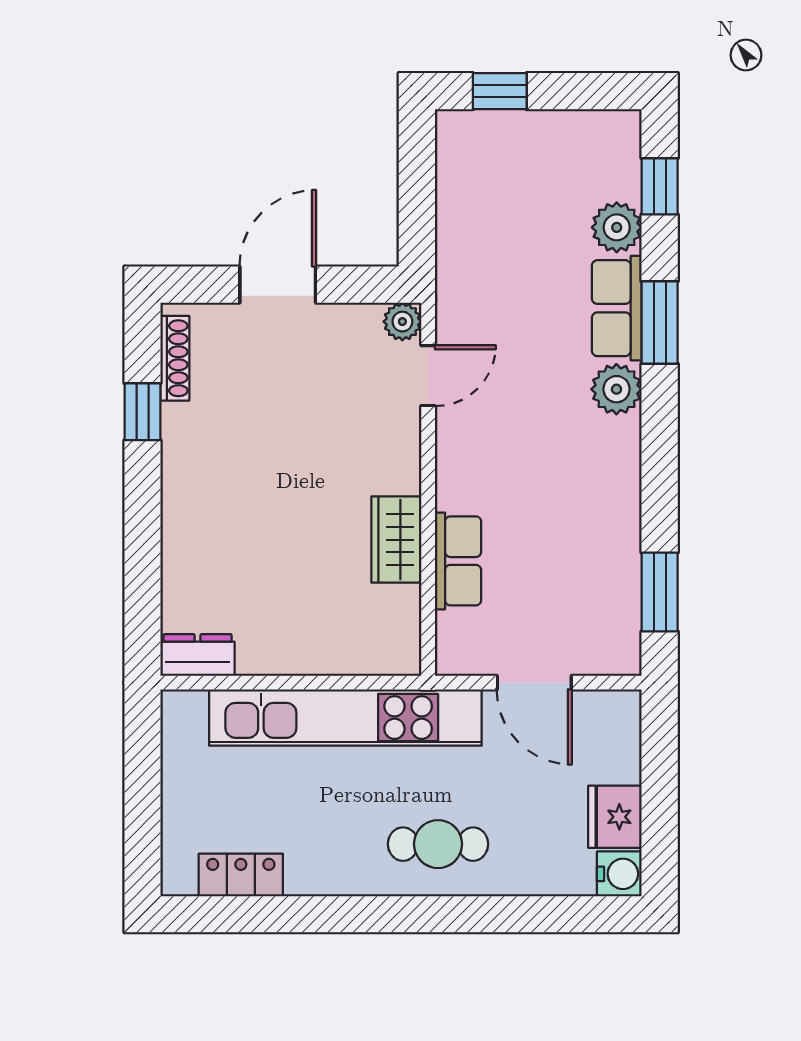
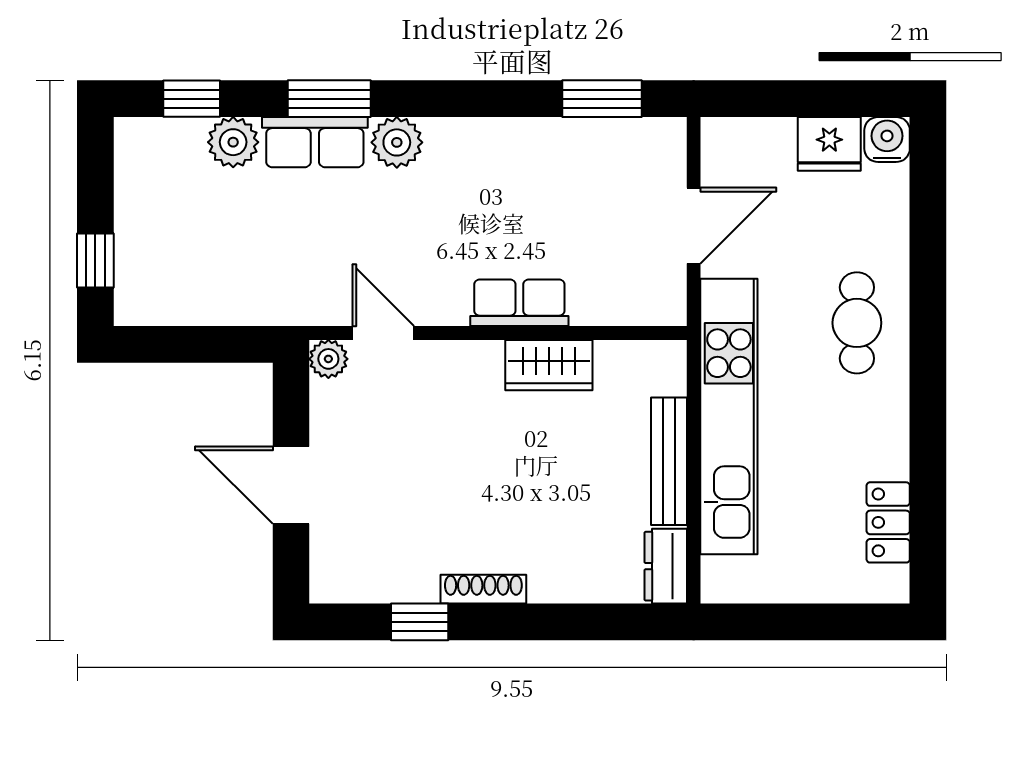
shoe rack: (175, 358) -> (483, 589), moved
row of seats: (458, 561) -> (519, 303), moved
bench: (301, 658) -> (669, 461), added

